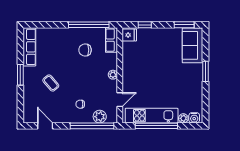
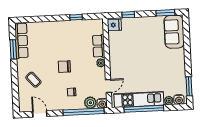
window: (89, 25) -> (76, 17), width x0.32
row of seats: (112, 40) -> (99, 46), moved
chair: (85, 50) -> (64, 67), moved
window: (206, 71) -> (189, 86), moved
window: (20, 75) -> (13, 49), moved
coffee table: (51, 83) -> (33, 80), moved
water cooler: (112, 118) -> (102, 103), added

